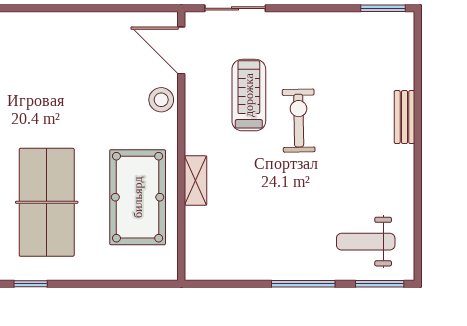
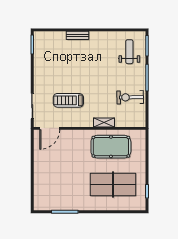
stool: (161, 100) -> (70, 137), removed
exercise bike: (299, 121) -> (130, 97), moved
weight bench: (366, 242) -> (129, 52), turned 180

